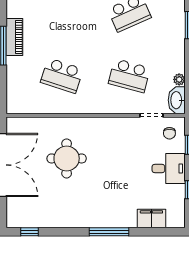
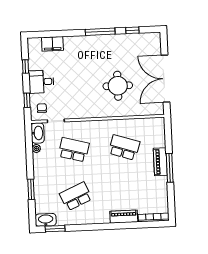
piano: (14, 37) -> (160, 162), moved
window: (30, 232) -> (132, 30), moved
window: (109, 232) -> (100, 32), moved

